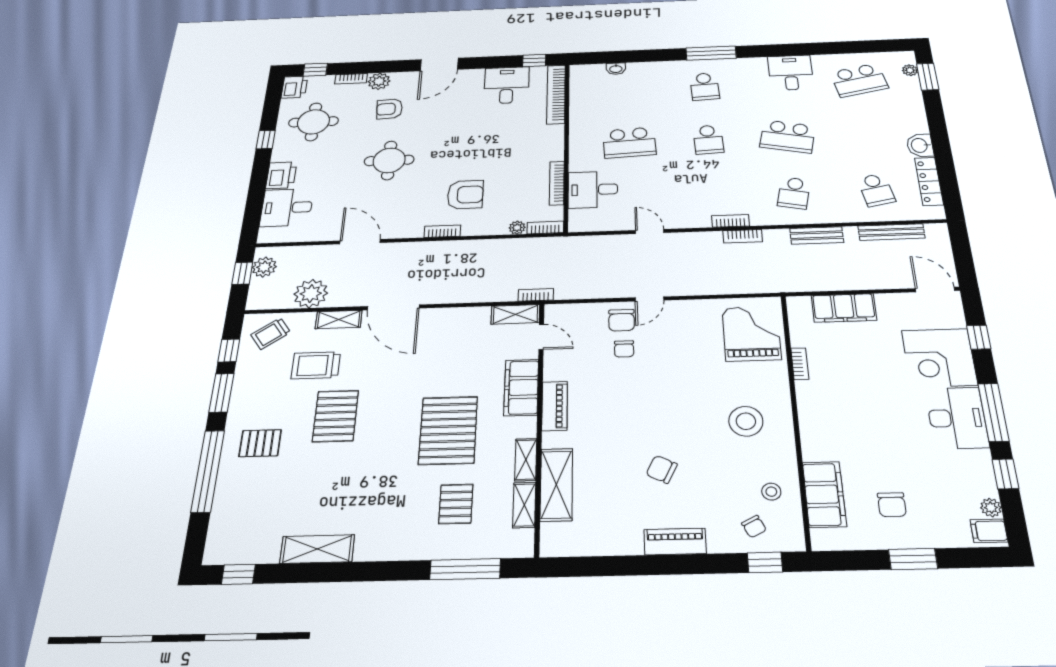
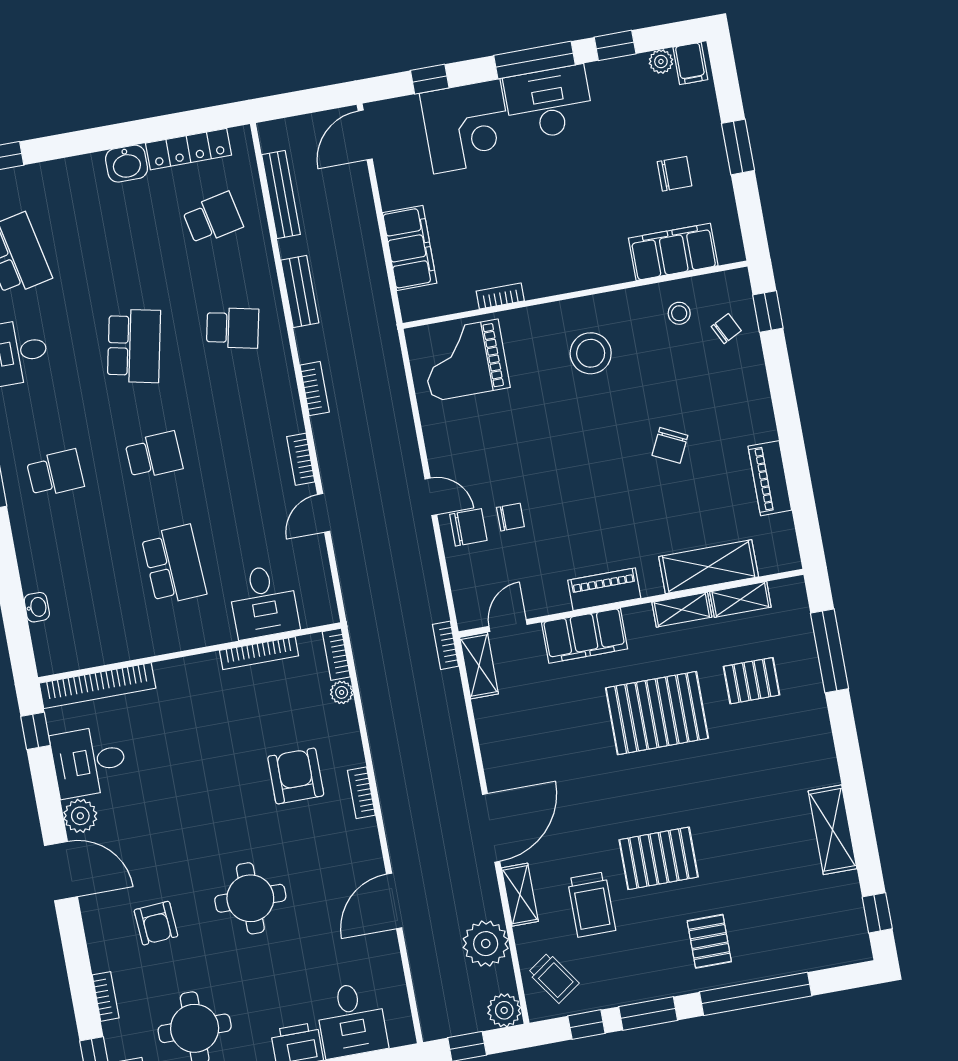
plant: (379, 81) -> (80, 816), moved
bookcase: (731, 221) -> (301, 459), moved
plant: (264, 267) -> (504, 1010), moved
piano: (675, 542) -> (770, 478), moved

